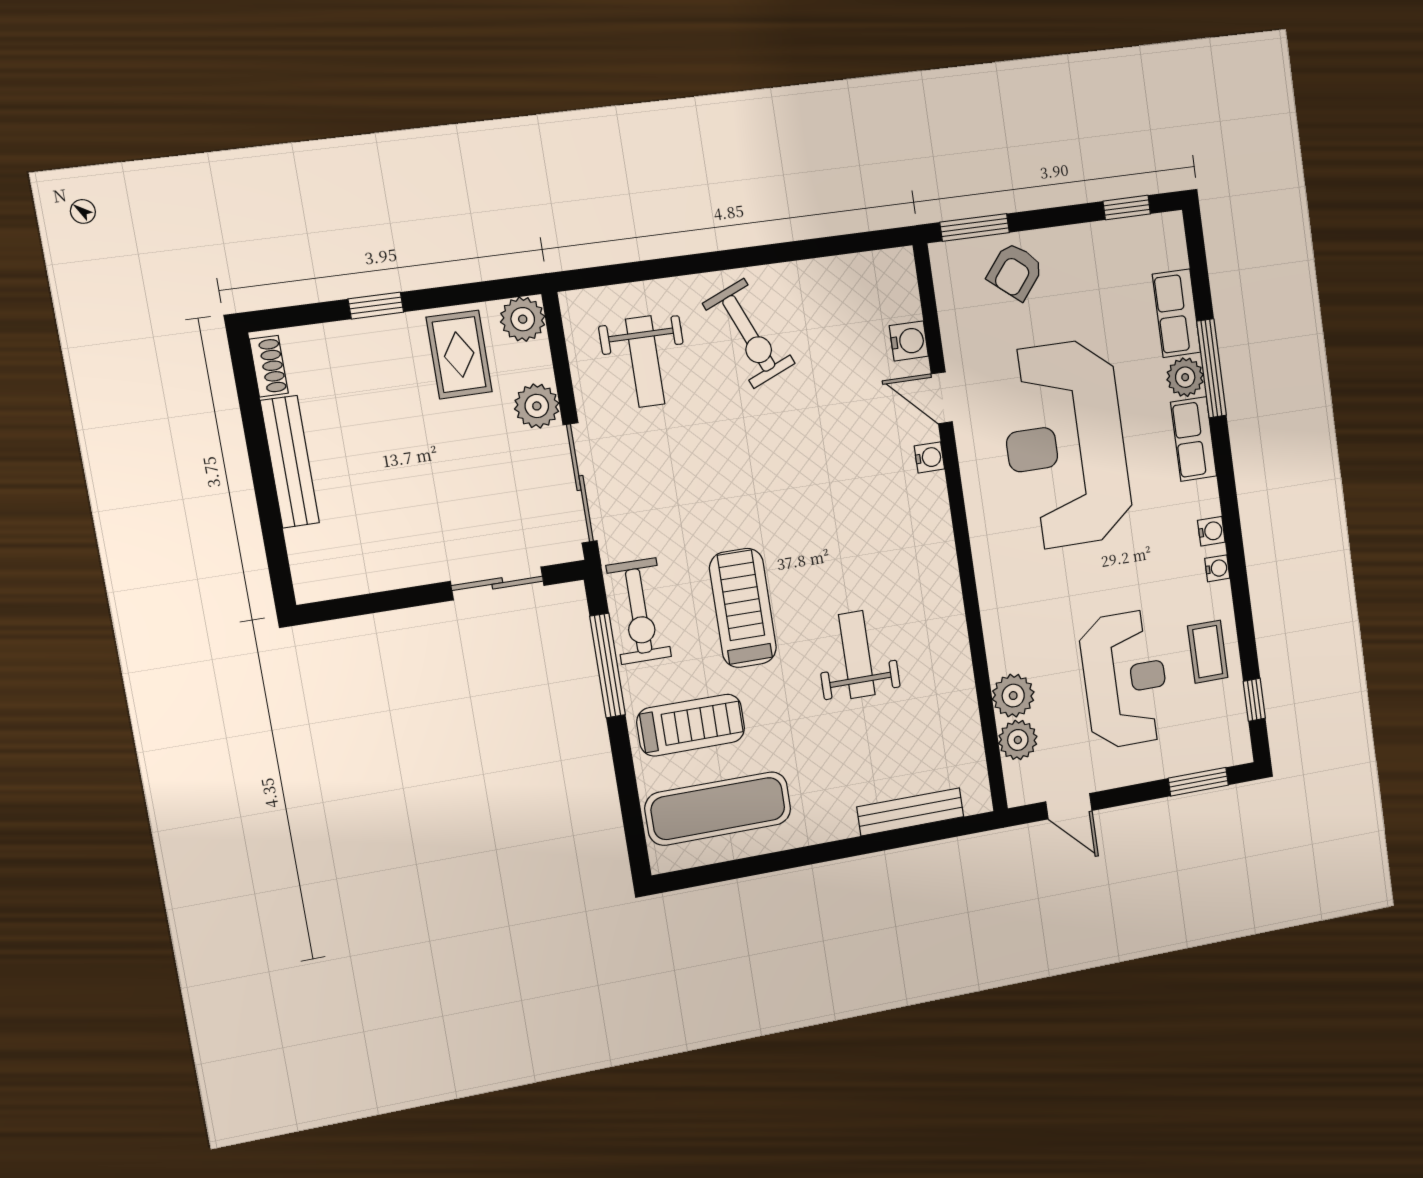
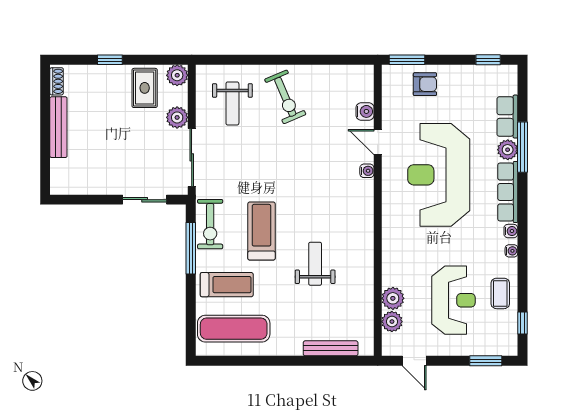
armchair: (1015, 271) -> (425, 84), turned -129
row of seats: (1194, 439) -> (508, 192), width x1.48

